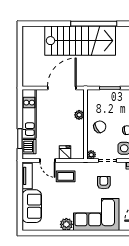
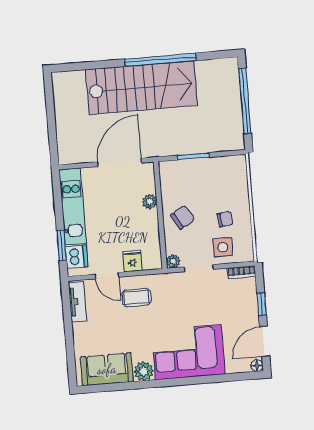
armchair: (104, 183) -> (196, 302), removed
sofa: (32, 206) -> (107, 369), moved, turned -90

